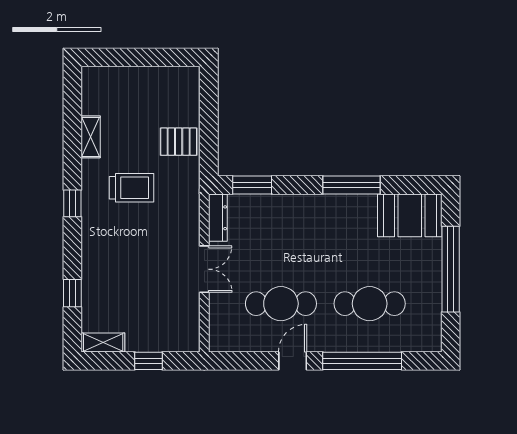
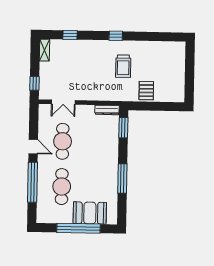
shelving: (91, 137) -> (150, 46), removed
booth: (410, 215) -> (90, 213), moved, turned 90
double door: (204, 269) -> (63, 102), moved
window: (148, 361) -> (34, 83), moved

